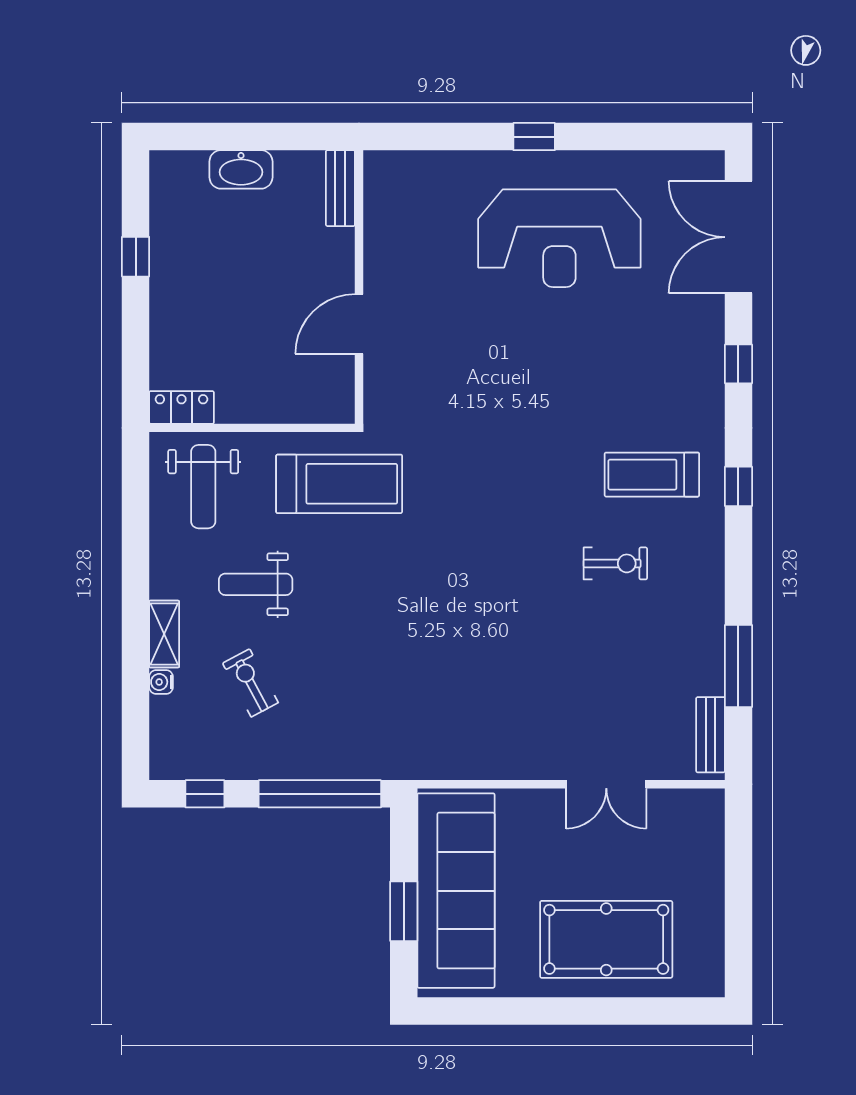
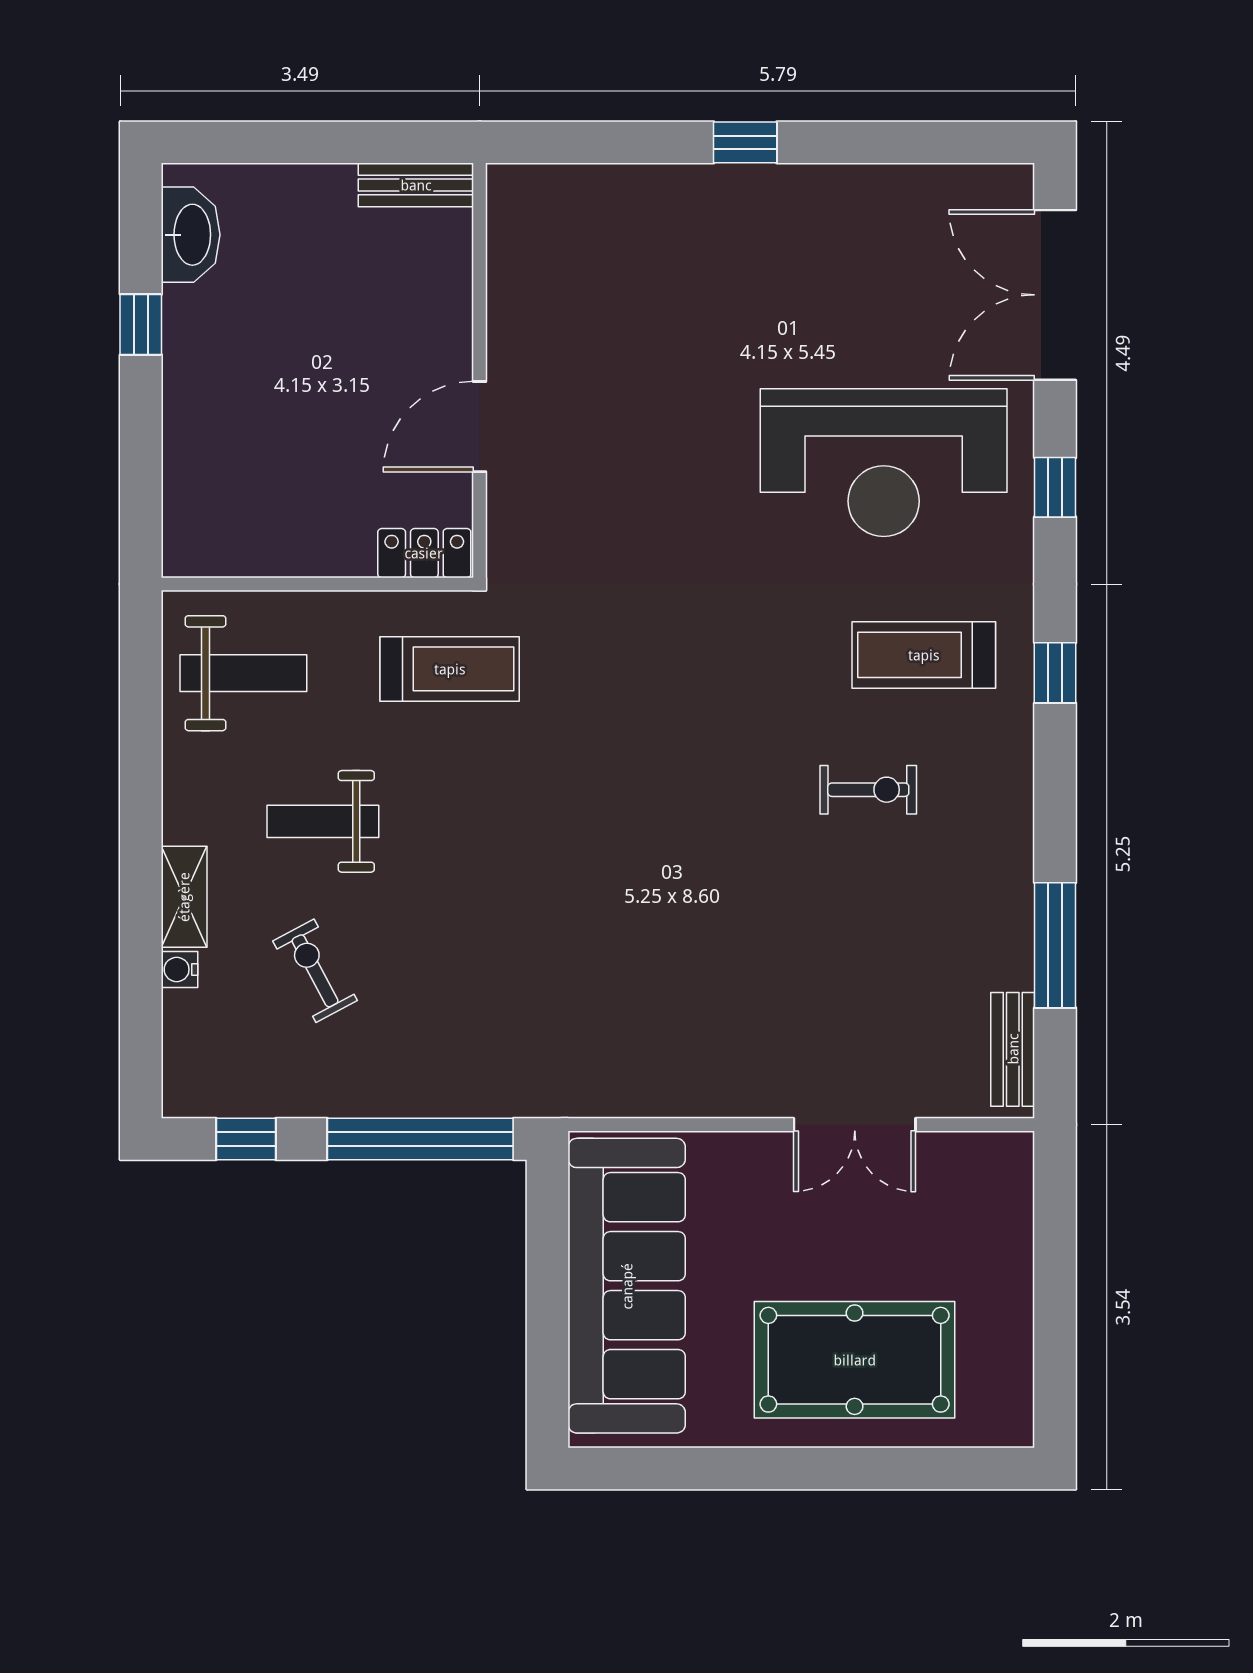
washbasin: (241, 169) -> (191, 235), moved, turned -90
bench: (340, 188) -> (416, 185), moved, turned 90
reception desk: (559, 238) -> (884, 463), moved
locker: (181, 407) -> (424, 553), moved
treadmill: (339, 484) -> (450, 669), width x0.73, depth x0.73
weight bench: (203, 487) -> (243, 673), turned -90
window: (404, 911) -> (547, 1317), removed

